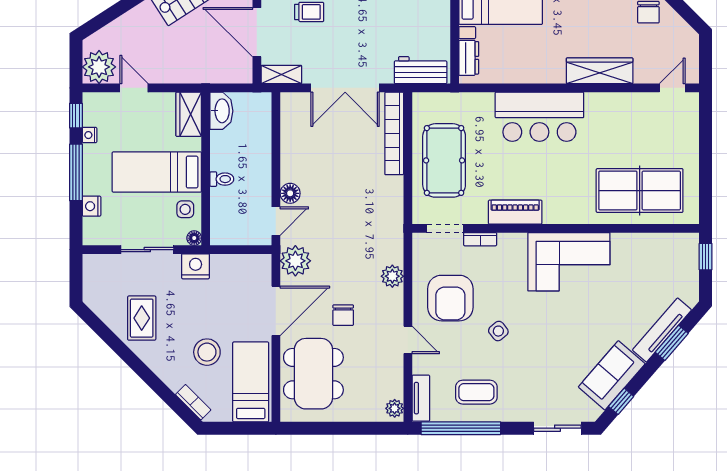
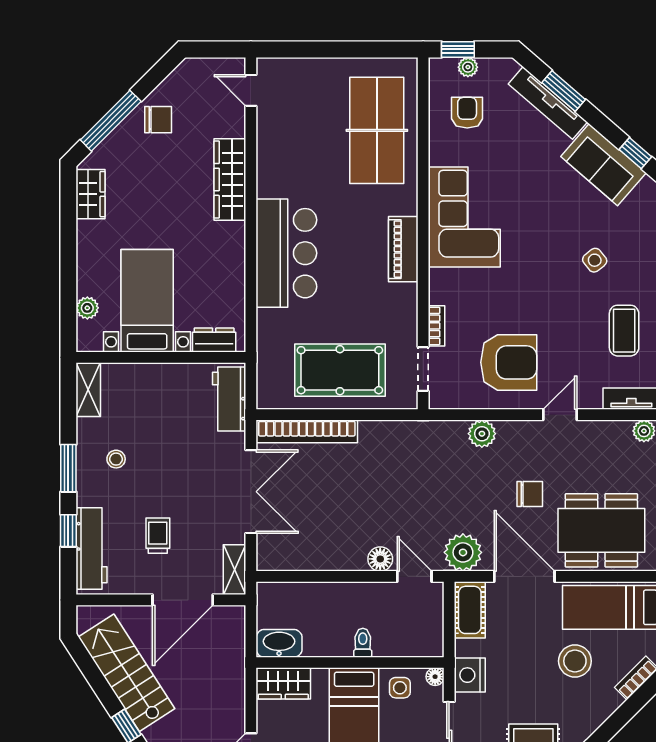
piano: (515, 212) -> (403, 249), moved
armchair: (654, 264) -> (467, 113), added
plant: (691, 265) -> (468, 67), added
cot: (249, 266) -> (470, 610), added
side table: (498, 331) -> (595, 260), moved

